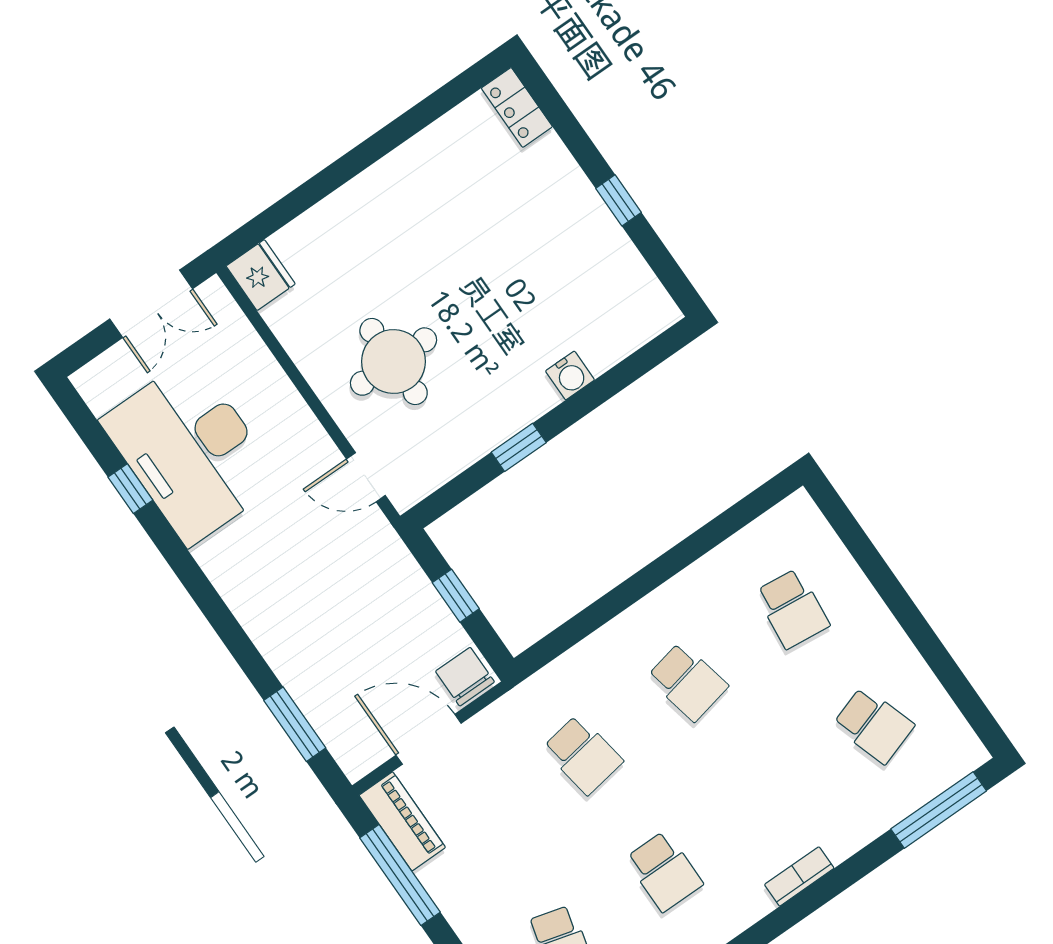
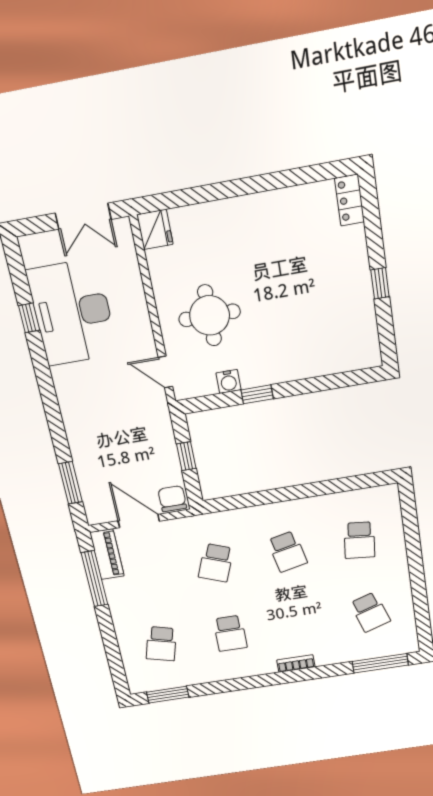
water cooler: (570, 375) -> (228, 381), moved
school desk: (583, 755) -> (216, 563), turned 30

